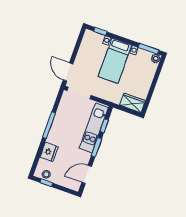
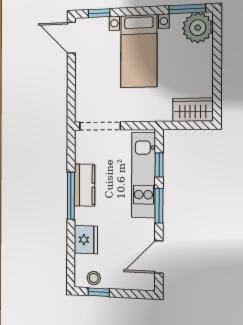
plant: (156, 58) -> (198, 28), width x1.87, depth x1.87
door: (68, 72) -> (71, 38), moved
kitchen counter: (59, 122) -> (85, 185), added

